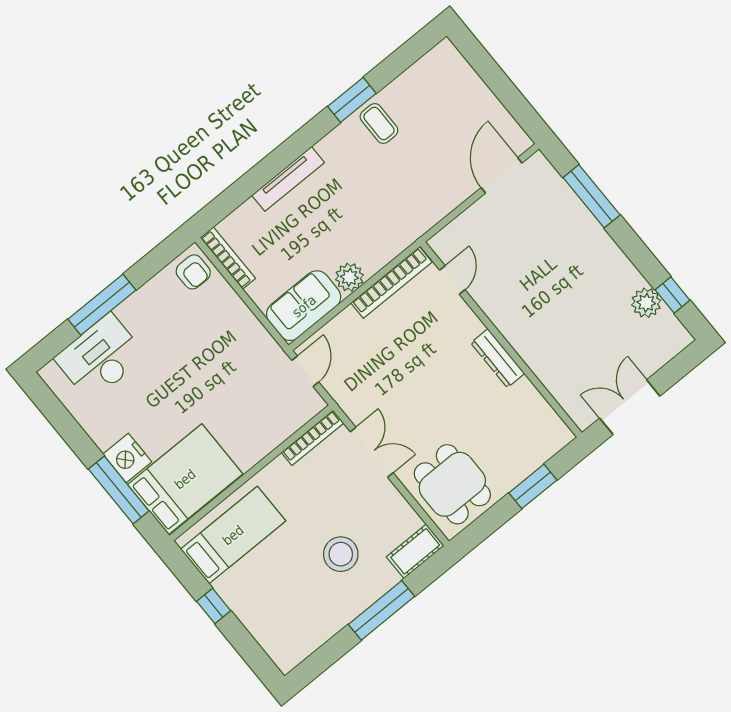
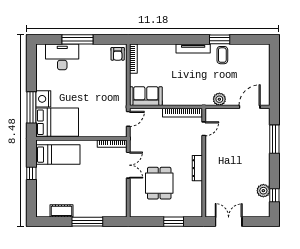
tv unit: (288, 179) -> (193, 49), moved
plant: (349, 277) -> (219, 99), moved
dining table: (452, 484) -> (159, 183), moved
cot: (415, 551) -> (61, 211), moved
stool: (341, 554) -> (89, 191), removed

